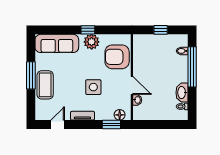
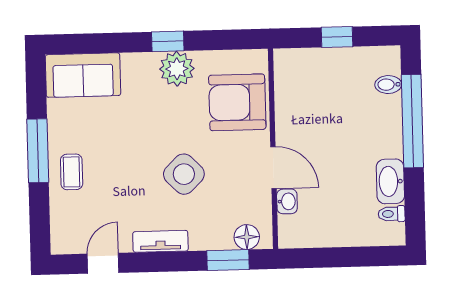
sofa: (57, 43) -> (83, 75), width x0.73
coffee table: (45, 85) -> (72, 172), width x0.54, depth x0.58
side table: (93, 87) -> (184, 174), turned 45

